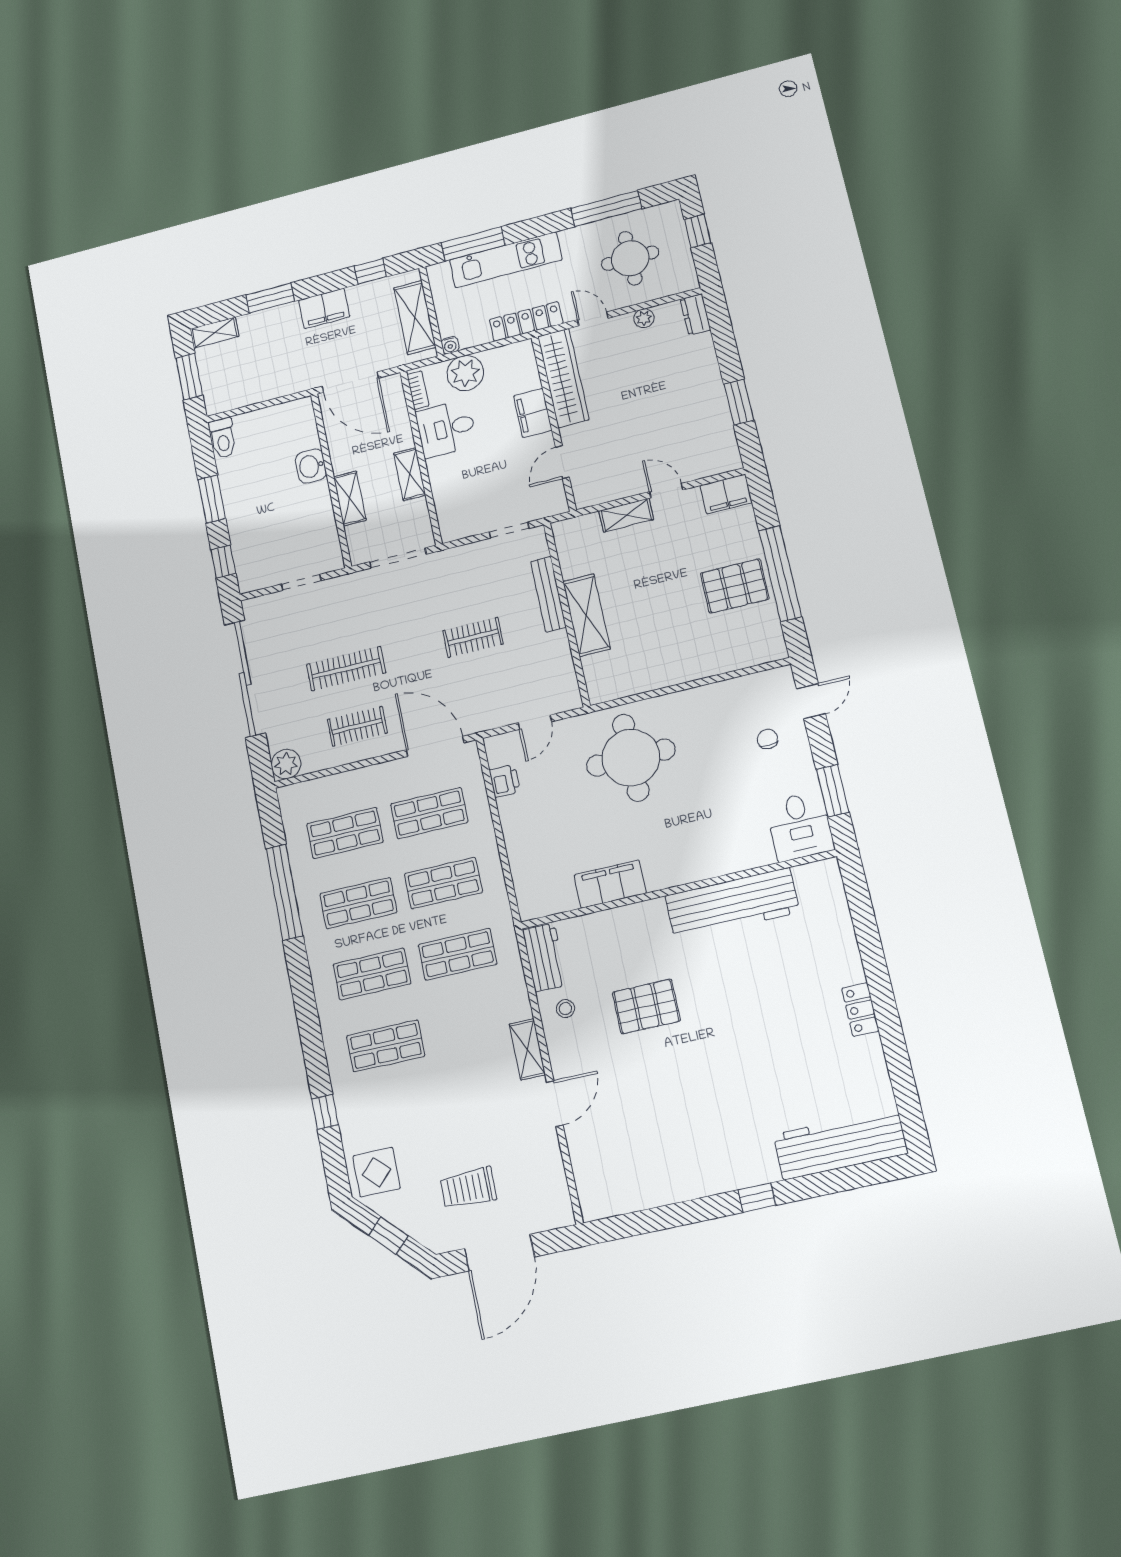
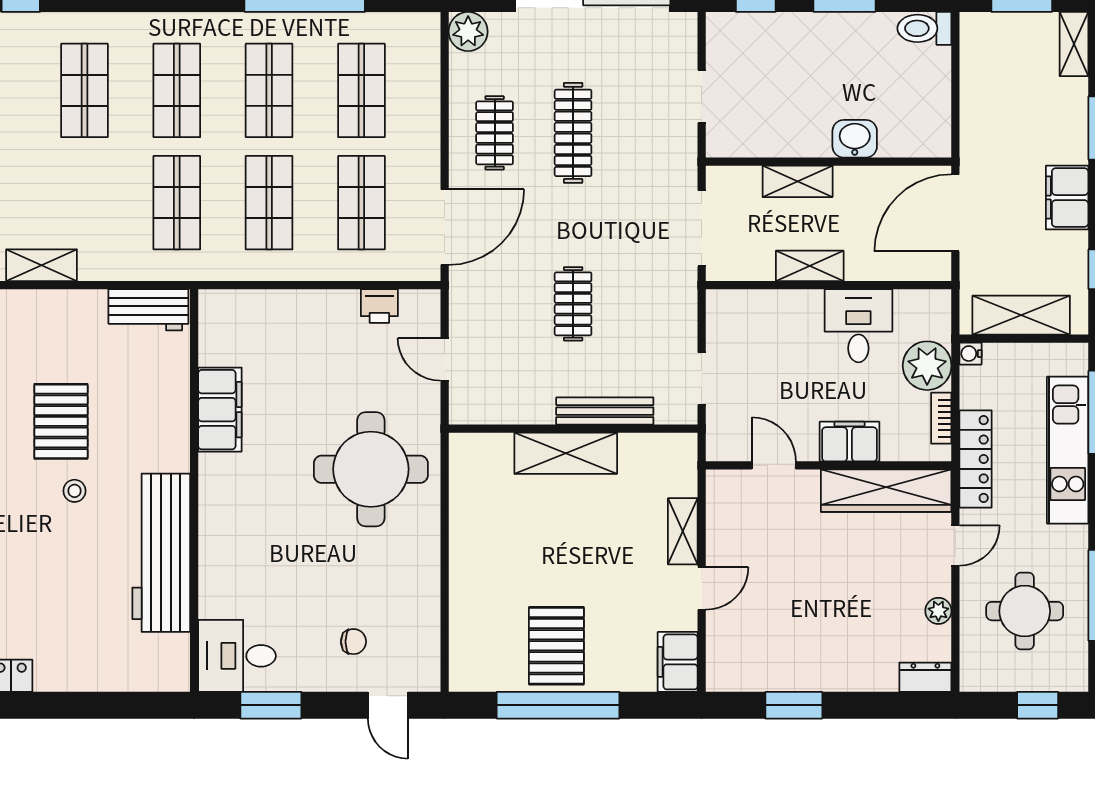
bookcase: (418, 390) -> (941, 418), moved, turned 90
stool: (565, 1009) -> (74, 491), moved

